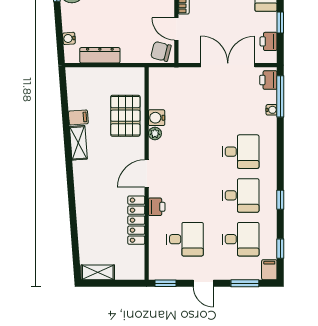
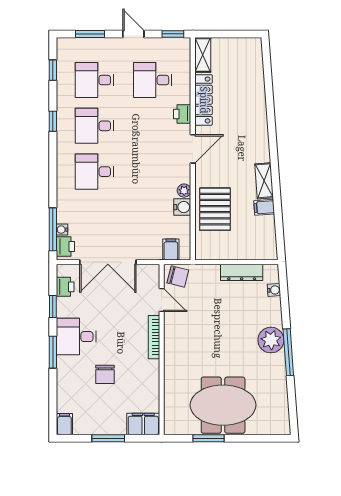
water cooler: (272, 110) -> (62, 230), moved
filing cabinet: (269, 270) -> (171, 249), moved, turned 180
shelving: (98, 272) -> (203, 55), moved, turned 90

